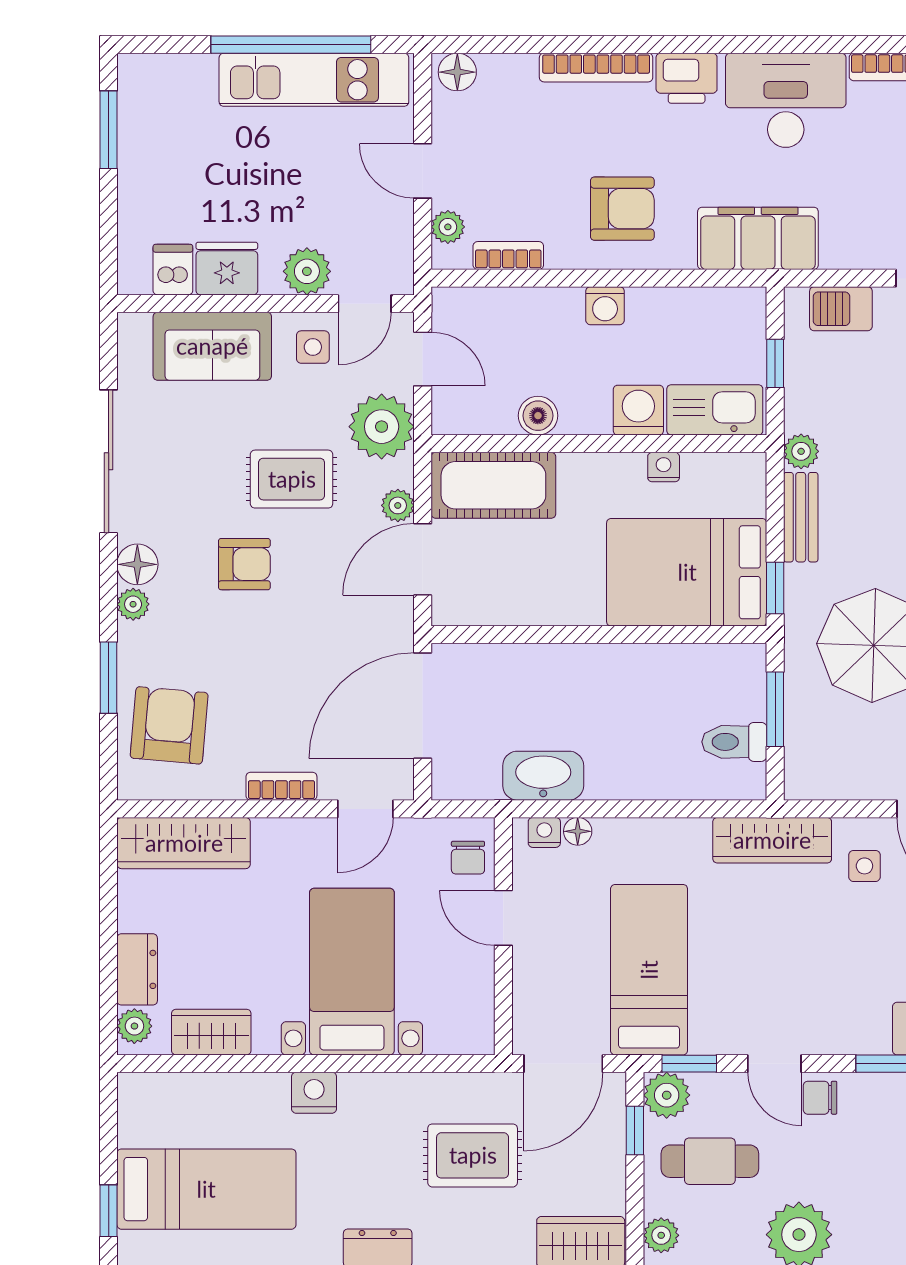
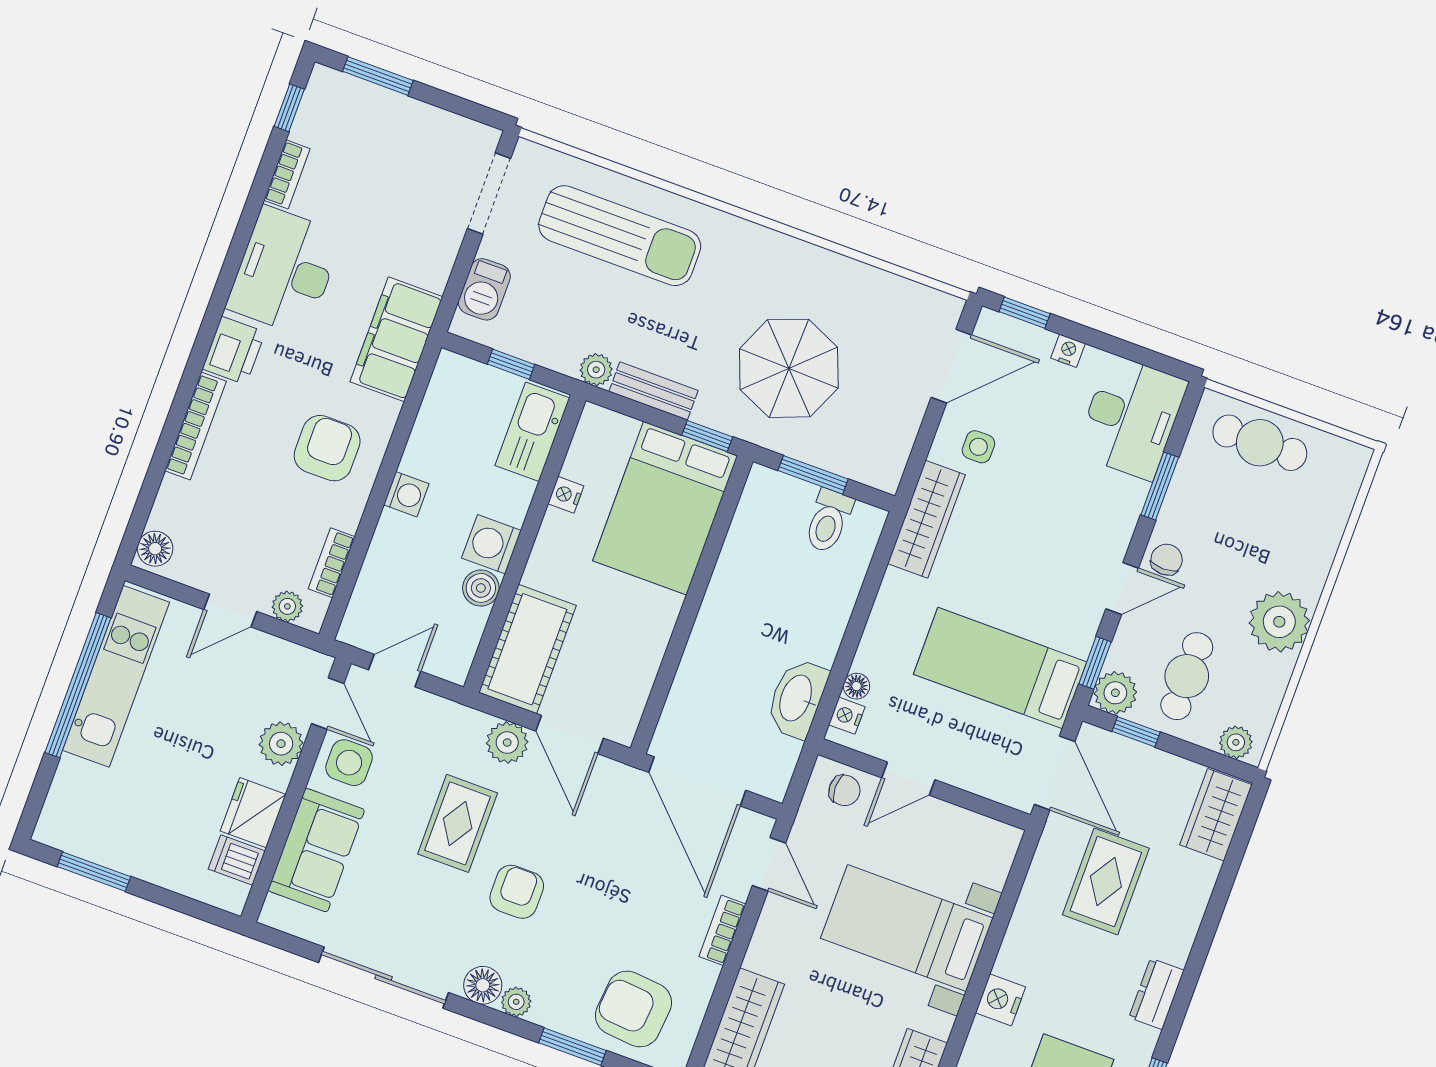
side table: (313, 347) -> (349, 763), width x1.37, depth x1.37
washing machine: (638, 410) -> (491, 544), moved
plant: (382, 427) -> (440, 728), removed
plant: (398, 505) -> (507, 743), width x1.38, depth x1.38
chair: (820, 1098) -> (1167, 560), turned 180

